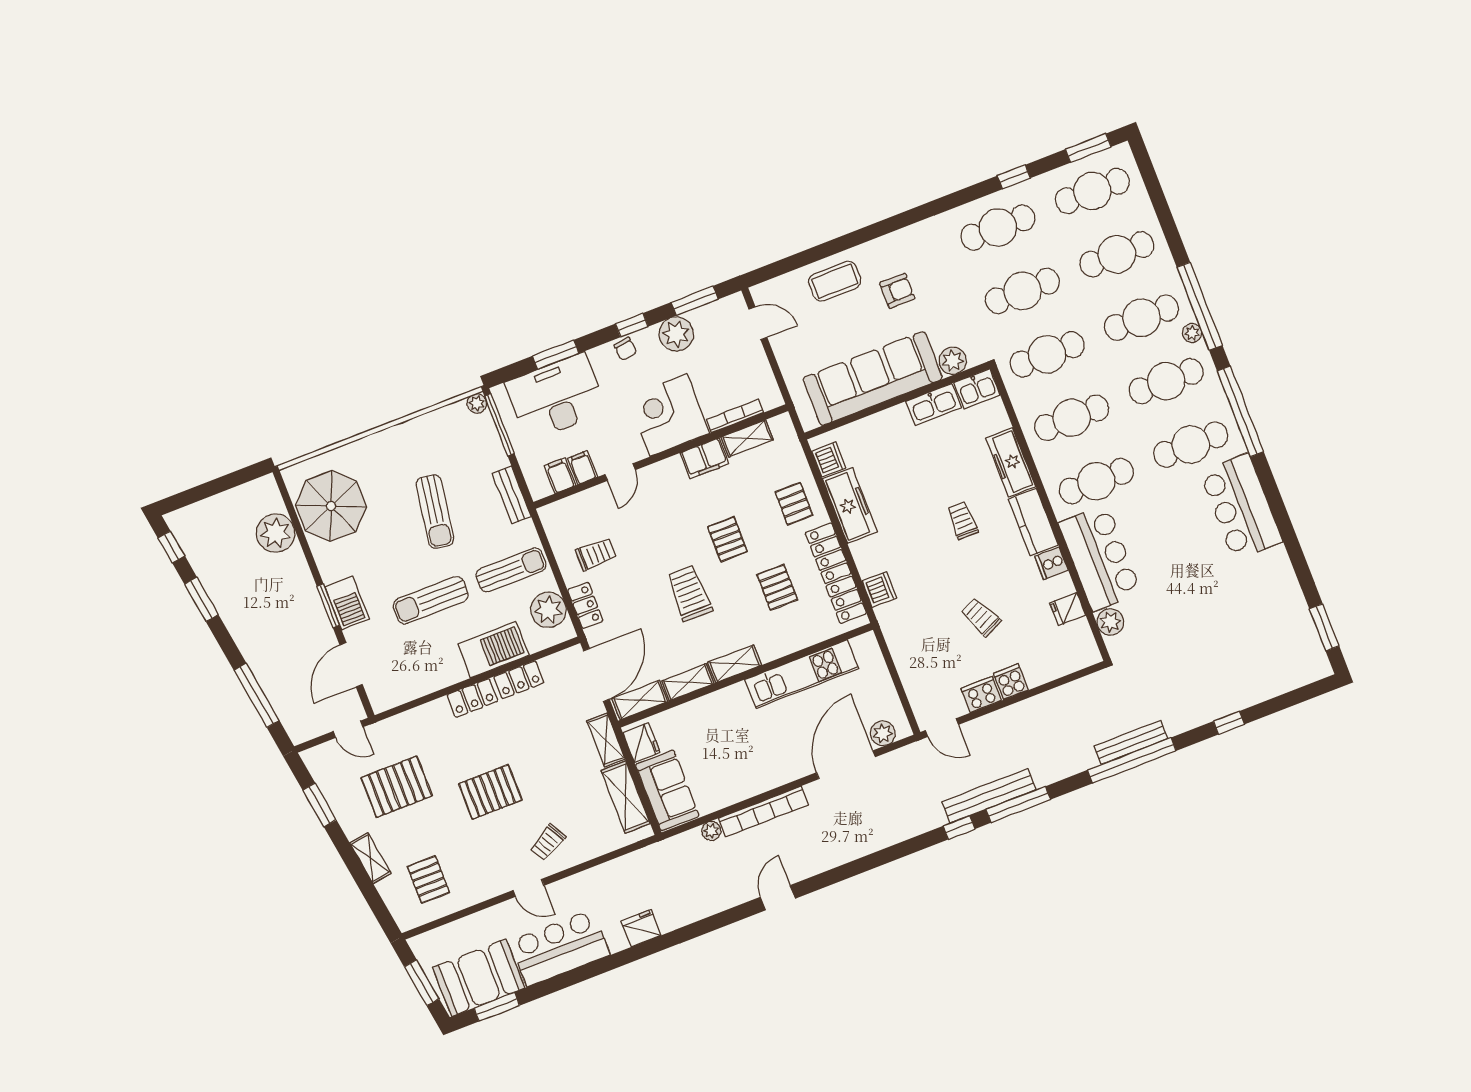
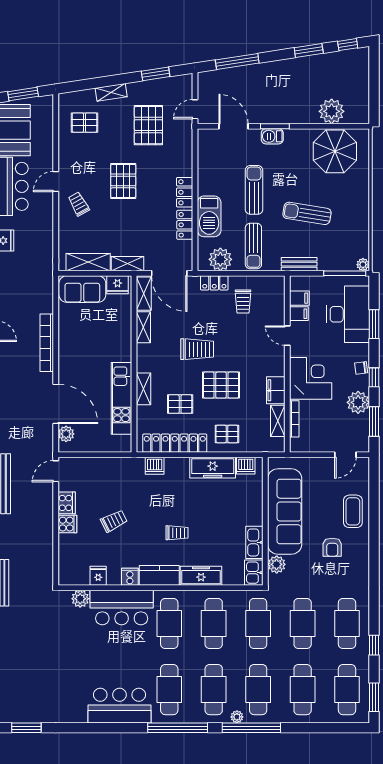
pallet: (727, 539) -> (221, 385), width x1.50, depth x1.42
barbecue: (347, 603) -> (272, 136), width x0.73, depth x0.79
shelving: (735, 664) -> (143, 389), moved
plant: (711, 831) -> (47, 306), removed

